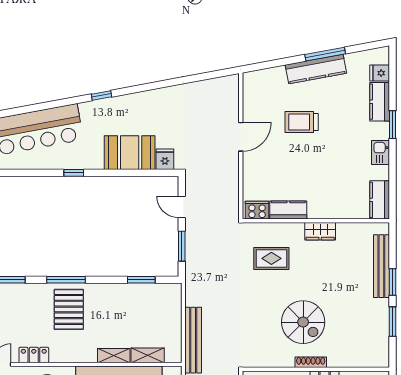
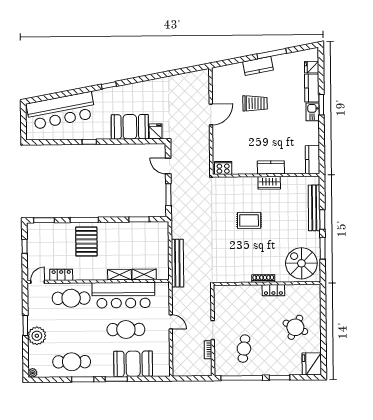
kitchen counter: (316, 69) -> (258, 66), width x0.67
trolley: (302, 122) -> (255, 103), turned 180
kitchen sink: (380, 153) -> (313, 112), moved
kitchen counter: (288, 210) -> (271, 167), moved
rug: (271, 258) -> (249, 220), moved
spiral stairs: (303, 322) -> (301, 263), moved, turned 180

